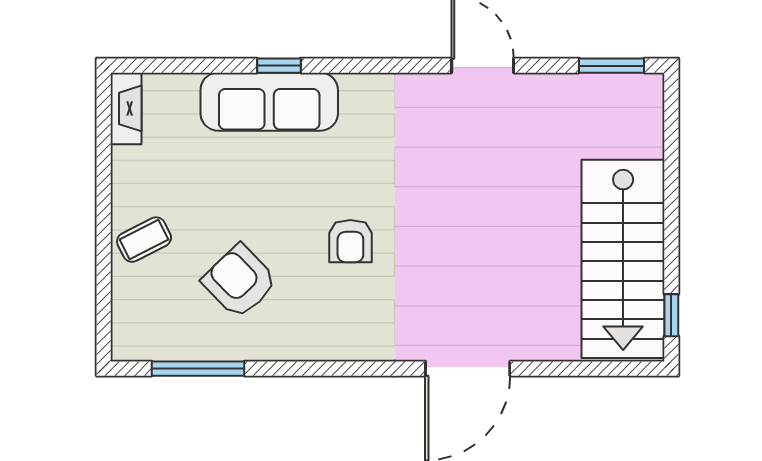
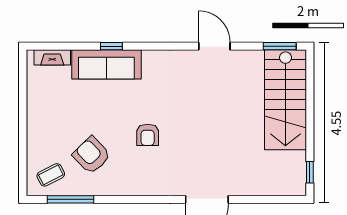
fireplace: (126, 108) -> (52, 57), moved, turned 90
coffee table: (144, 240) -> (51, 175), moved
stairs: (623, 259) -> (285, 100), moved

